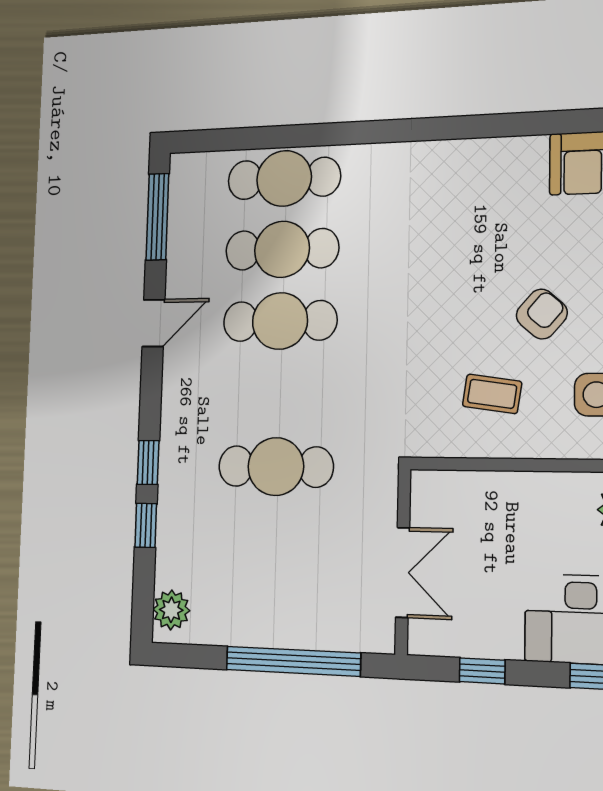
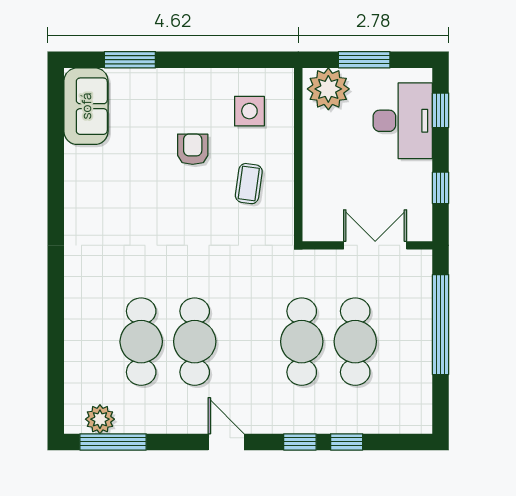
cafe table: (284, 178) -> (355, 342), moved
armchair: (542, 314) -> (193, 149), turned 49
door: (153, 323) -> (226, 442), moved
plant: (171, 610) -> (100, 419), moved

